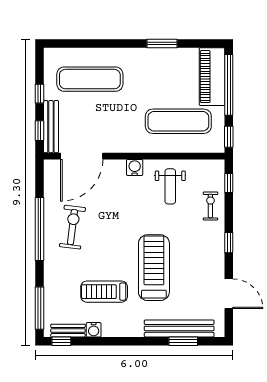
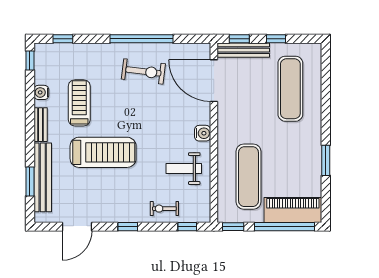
exercise bike: (210, 206) -> (164, 209), turned 180
window: (40, 308) -> (63, 39), width x0.46
bench: (68, 331) -> (41, 125), moved

